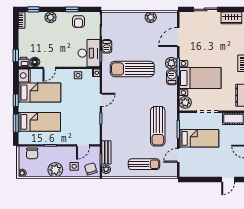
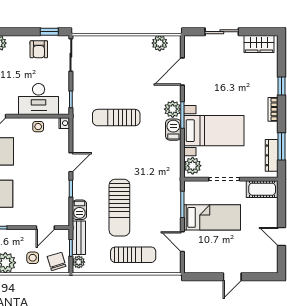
window: (72, 9) -> (49, 32), moved
plant: (151, 17) -> (160, 43), moved
barbecue: (107, 46) -> (79, 210), moved
desk: (89, 53) -> (39, 99), moved, turned 90
sun lounger: (132, 69) -> (116, 118), width x0.73, depth x0.75
sun lounger: (158, 126) -> (119, 208), moved
door: (178, 155) -> (182, 242), hinge flipped
door: (228, 180) -> (232, 277), moved

